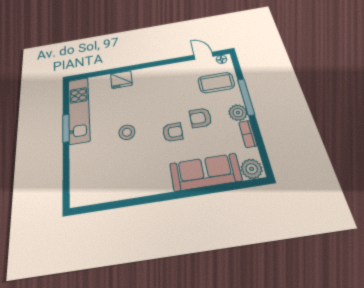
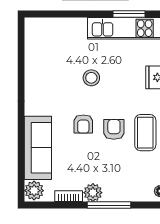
coffee table: (216, 83) -> (145, 133), moved
armchair: (201, 118) -> (114, 129), moved
window: (66, 128) -> (129, 14), moved

